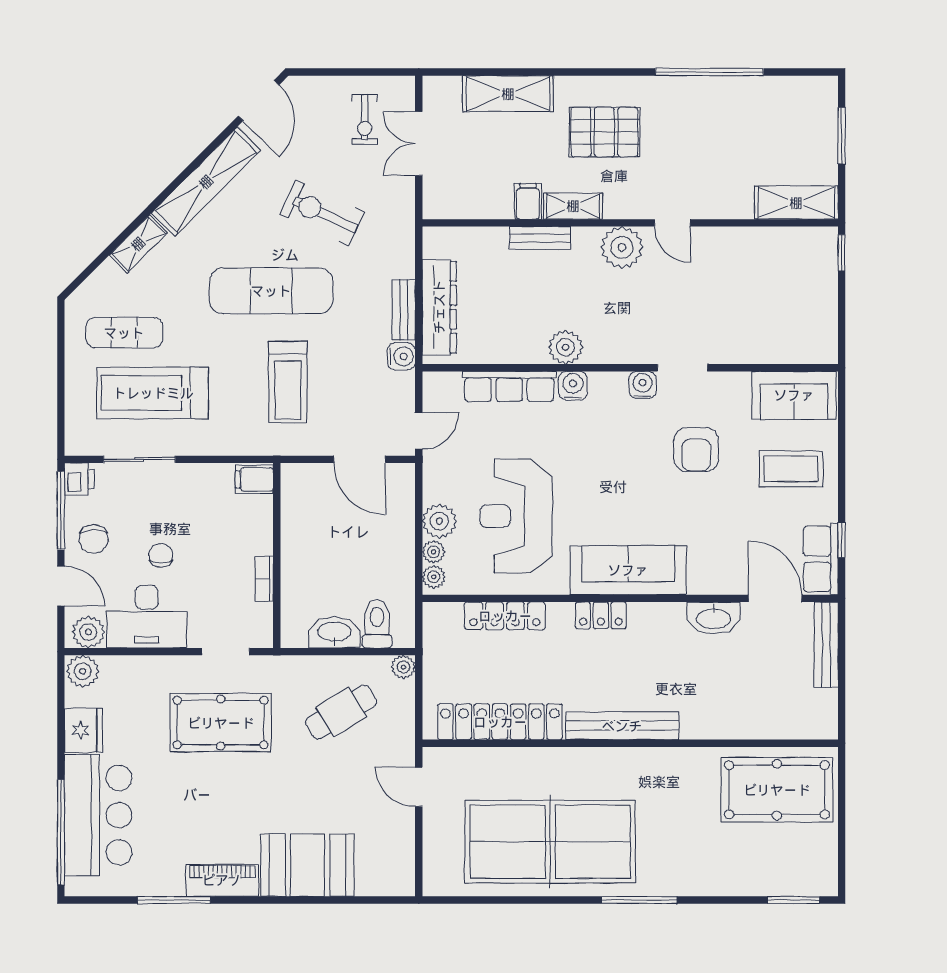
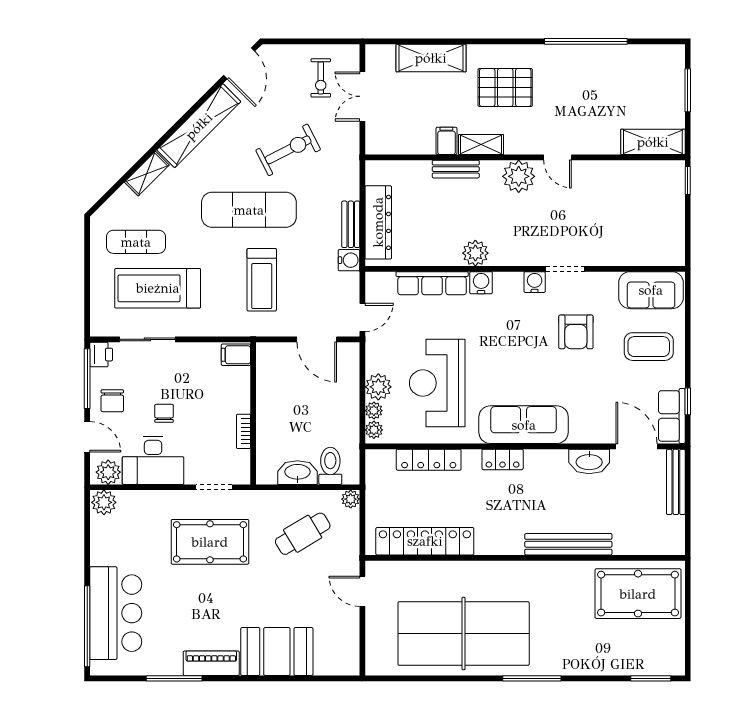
exercise bike: (322, 213) -> (288, 150), turned 128
bench: (622, 726) -> (568, 544), moved
fridge: (83, 730) -> (104, 548), removed

